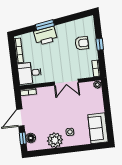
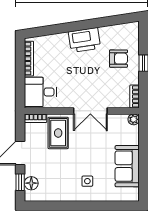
window: (45, 25) -> (70, 27), removed
printer: (46, 36) -> (84, 40), moved
rug: (45, 100) -> (58, 133), added
sofa: (98, 128) -> (127, 166), moved
plant: (55, 140) -> (65, 190), removed

